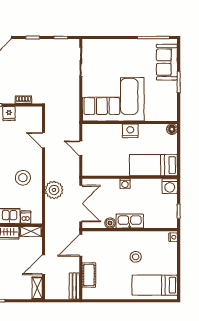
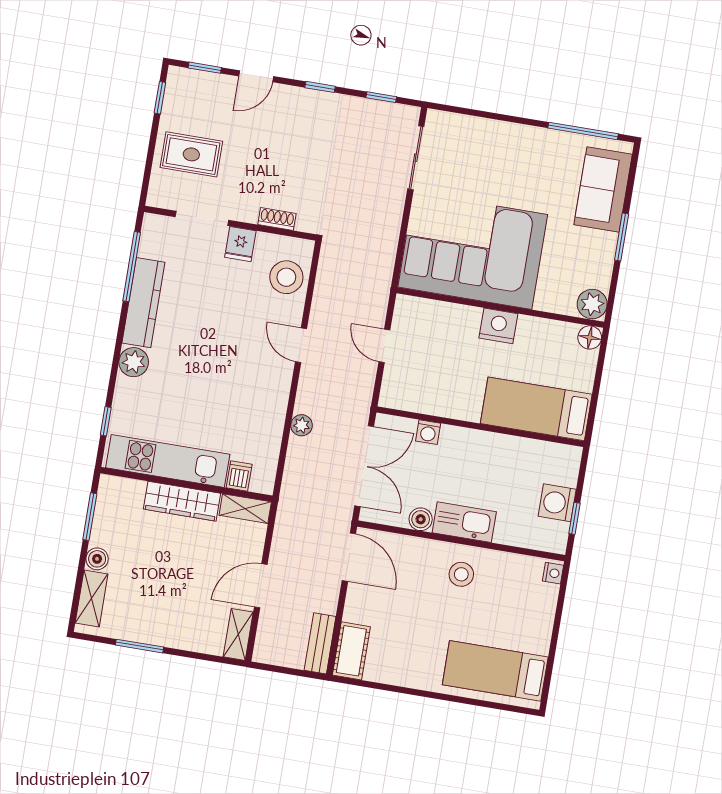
plant: (171, 114) -> (592, 304), added
door: (44, 140) -> (301, 345), moved
stool: (23, 178) -> (286, 277), moved
washing machine: (125, 184) -> (428, 432), moved
washing machine: (170, 186) -> (557, 503), moved, turned 90
plant: (54, 190) -> (302, 425), width x0.53, depth x0.53
door: (81, 245) -> (349, 557), swing flipped
stool: (136, 257) -> (461, 574), moved
cot: (89, 275) -> (351, 651), moved

